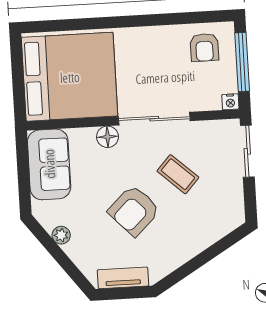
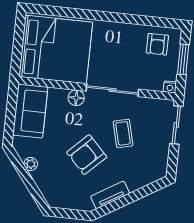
window: (242, 62) -> (183, 59), width x0.69
coffee table: (178, 174) -> (123, 133), turned 34
tv unit: (123, 278) -> (110, 195), moved, turned -31

